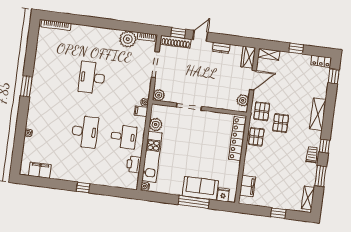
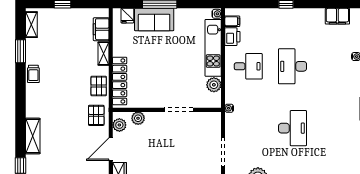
plant: (159, 95) -> (138, 118), moved
filing cabinet: (141, 111) -> (232, 21), moved
shelving: (318, 114) -> (33, 136), moved
pallet: (281, 123) -> (73, 105), removed
desk: (124, 137) -> (248, 66), turned 180
window: (324, 146) -> (20, 86), removed
shelving: (248, 164) -> (104, 54), added

